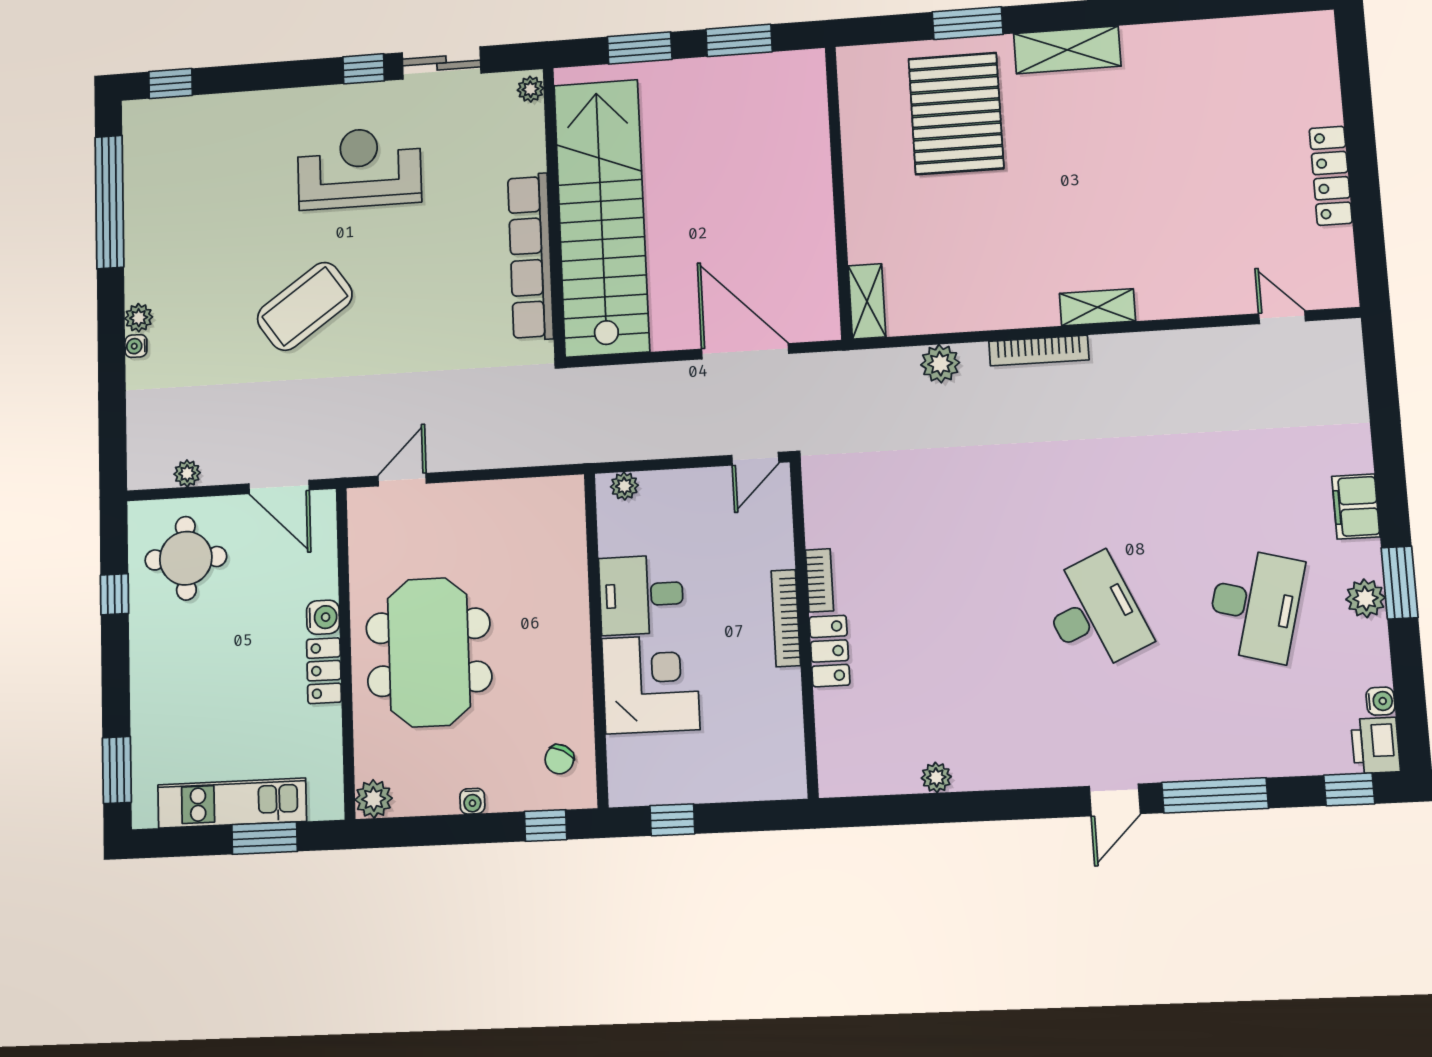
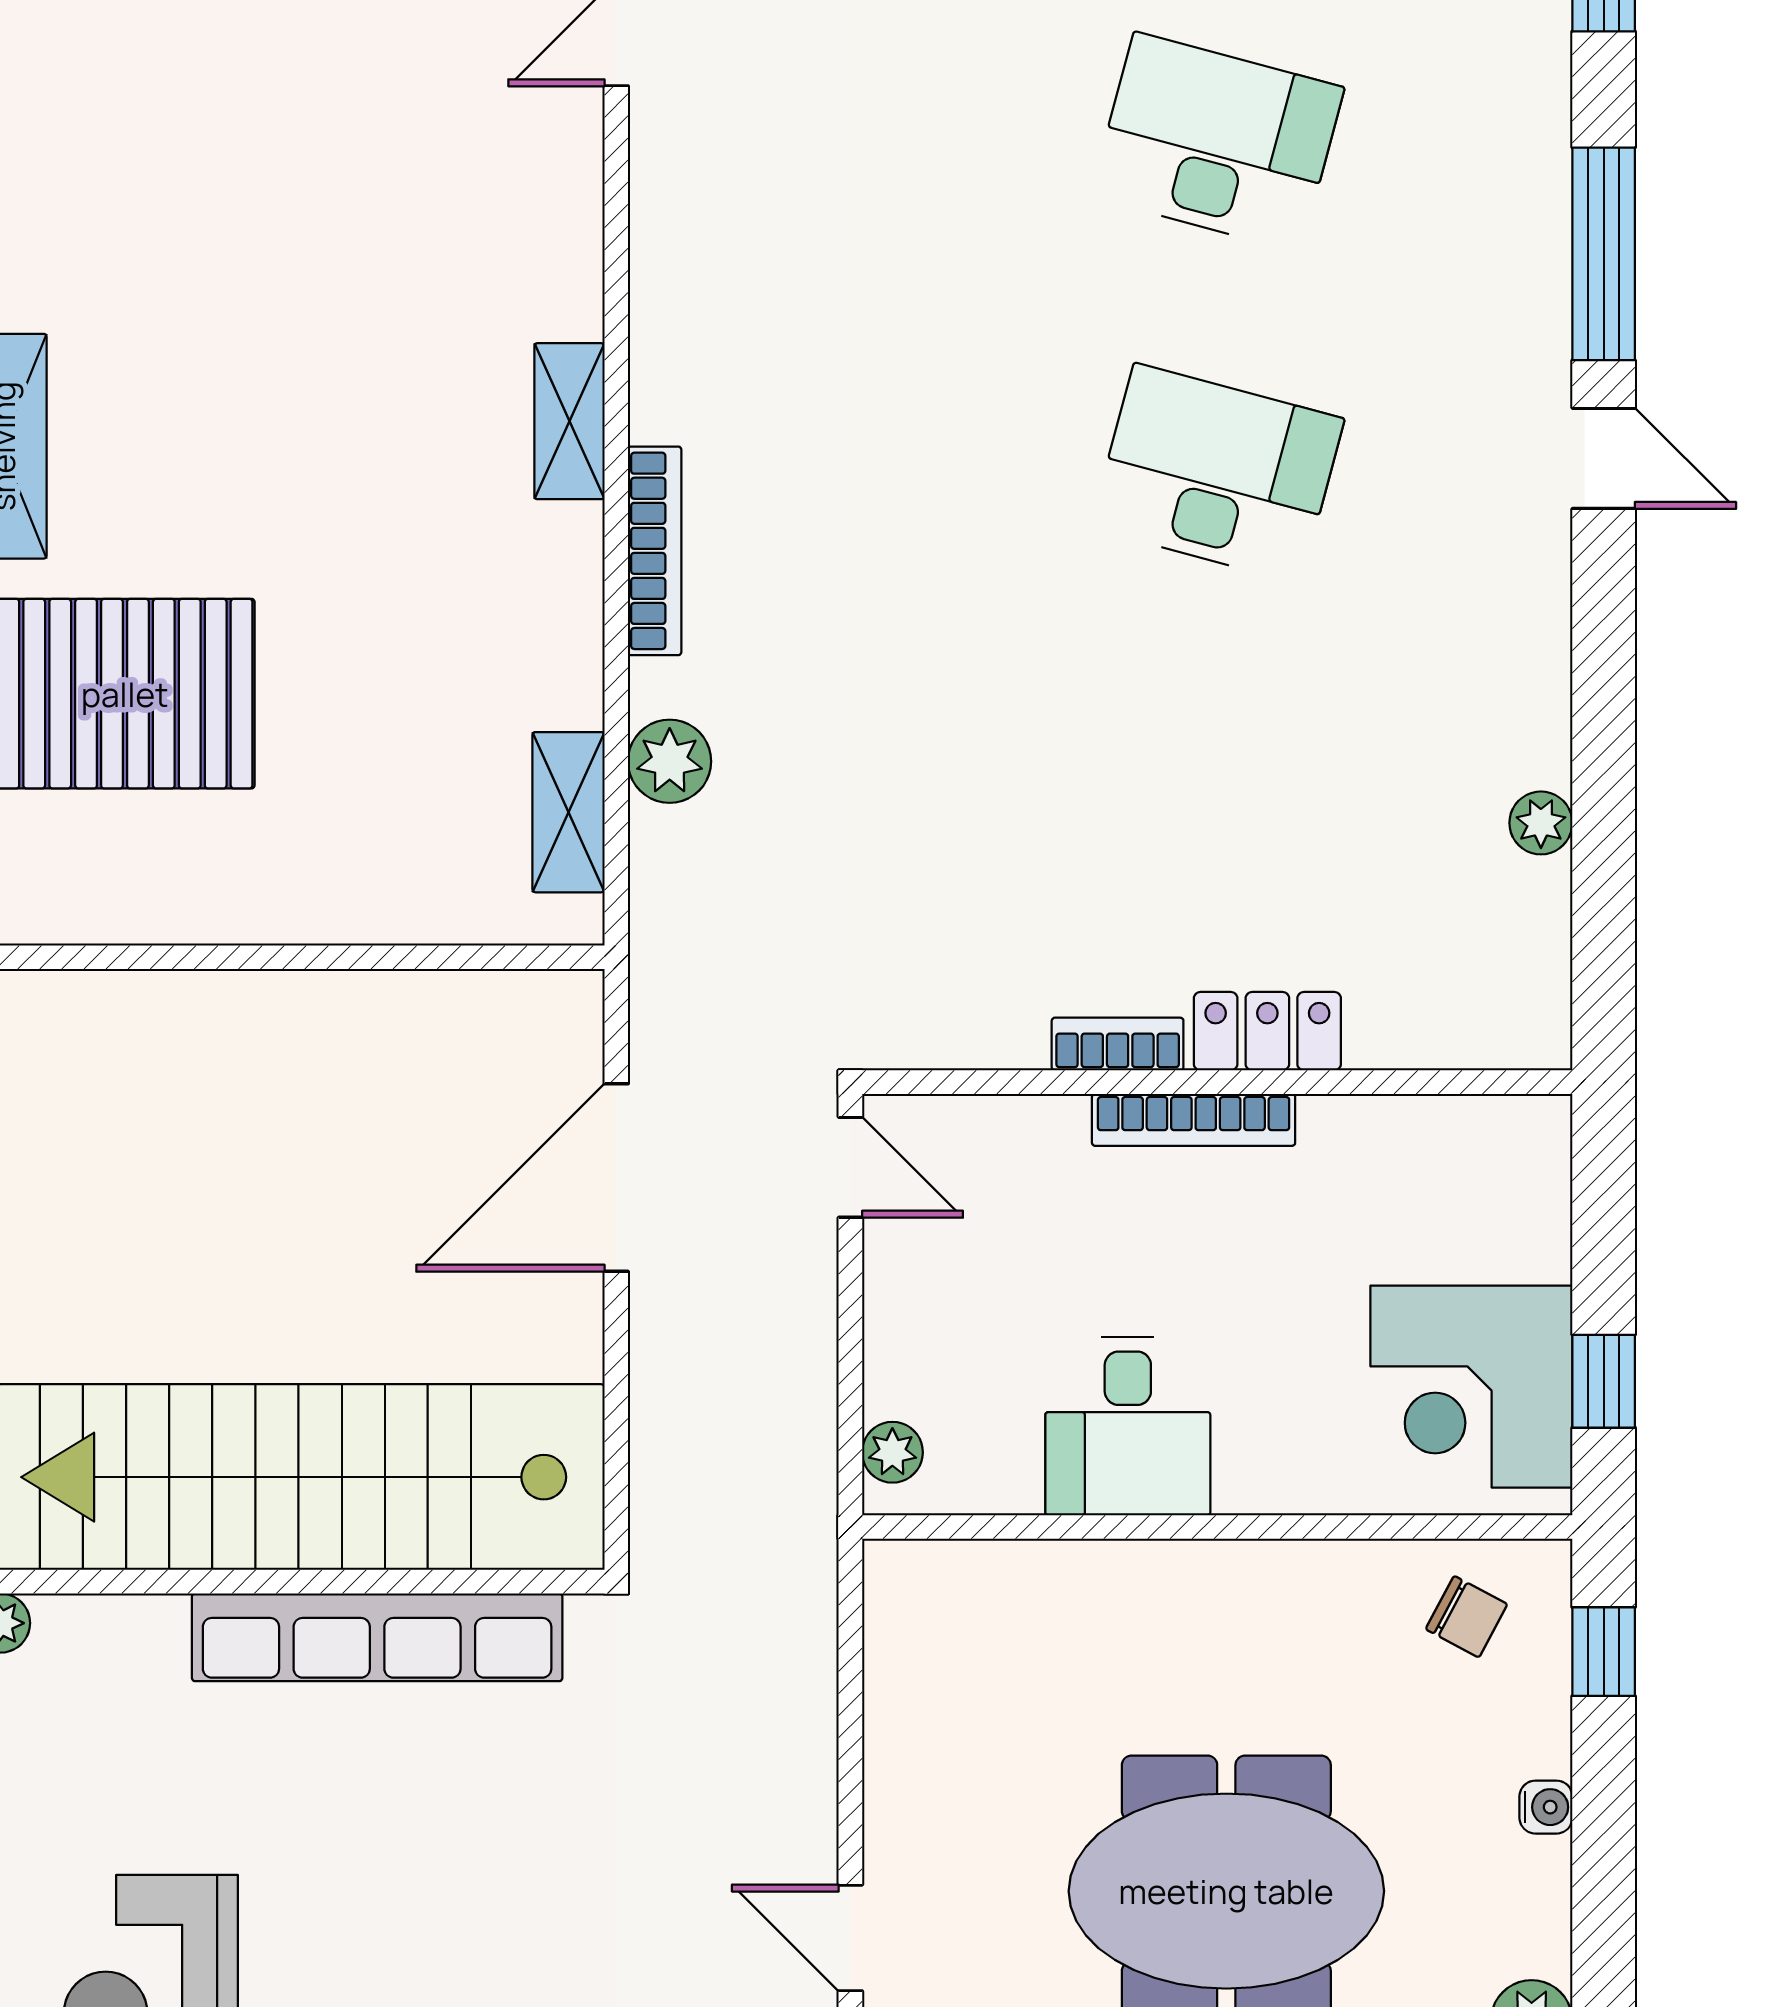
shelving: (867, 301) -> (568, 812), moved, turned 90
desk: (1094, 613) -> (1217, 473), turned 39
corner desk: (651, 684) -> (1471, 1387), moved, turned -90

